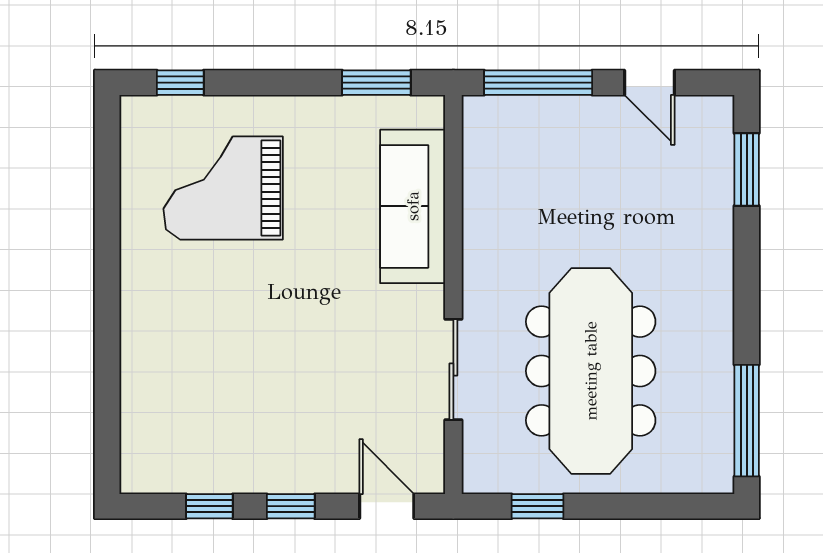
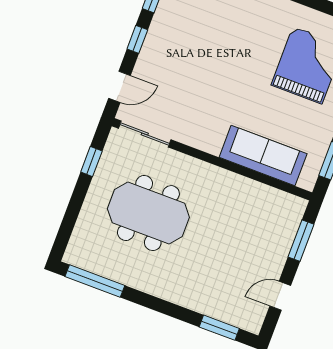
window: (538, 83) -> (301, 241), width x0.69
sliding door: (453, 370) -> (145, 134), moved
meeting table: (591, 371) -> (148, 213), width x0.73

